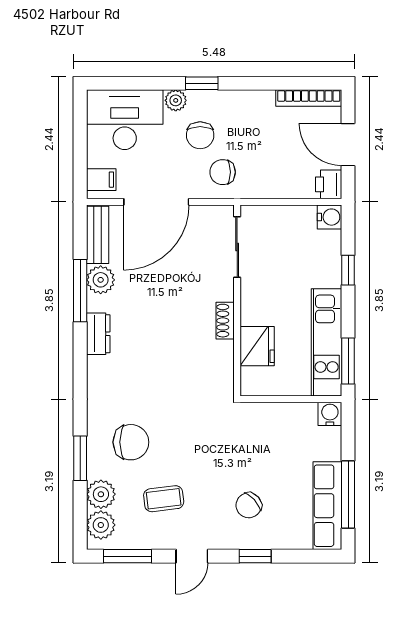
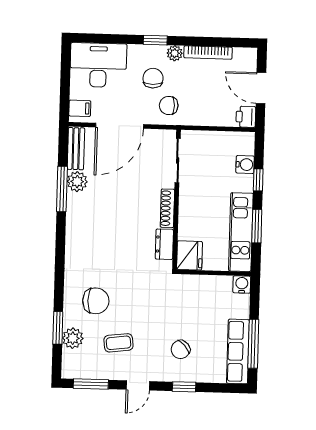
bookcase: (309, 98) -> (208, 53), moved
plant: (176, 100) -> (175, 53), moved
chair: (200, 135) -> (153, 78), turned 180
water cooler: (330, 217) -> (245, 165), moved
shoe rack: (225, 321) -> (167, 208), width x1.43
dresser: (98, 334) -> (164, 244), moved, turned 180
fridge: (257, 346) -> (189, 255), moved
window: (348, 361) -> (257, 226), moved
window: (80, 458) -> (58, 328), moved
plant: (101, 525) -> (72, 361), removed

